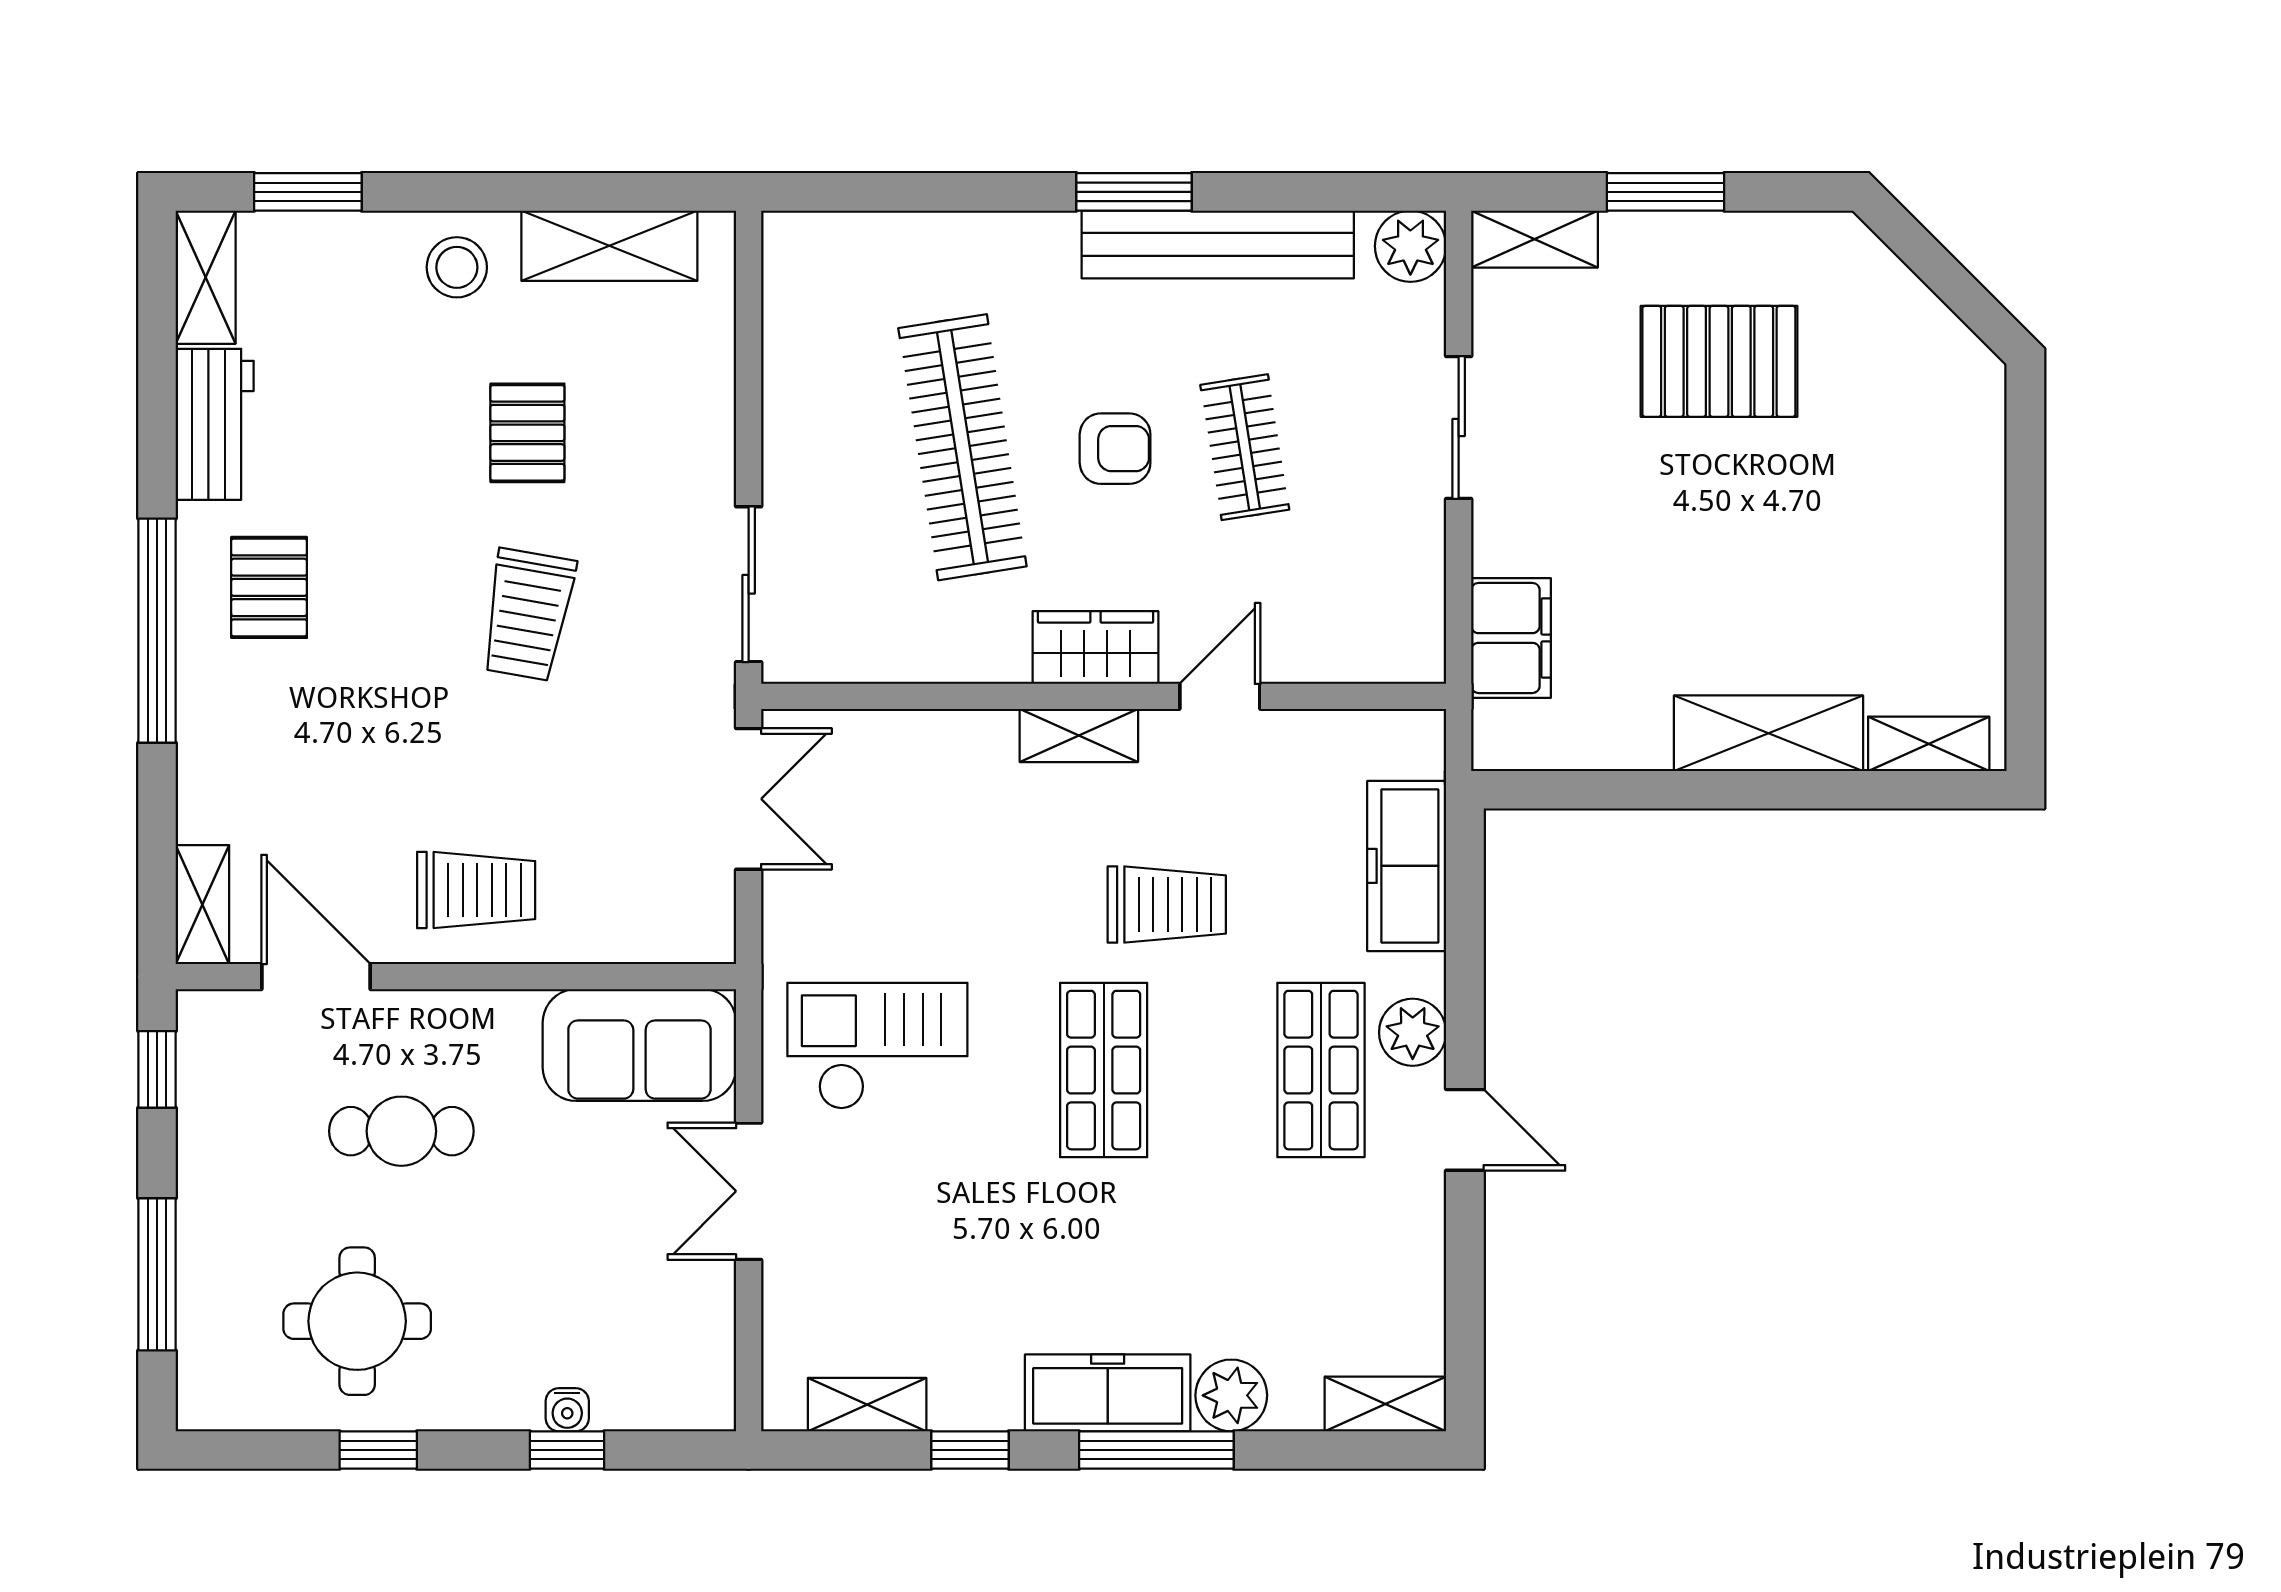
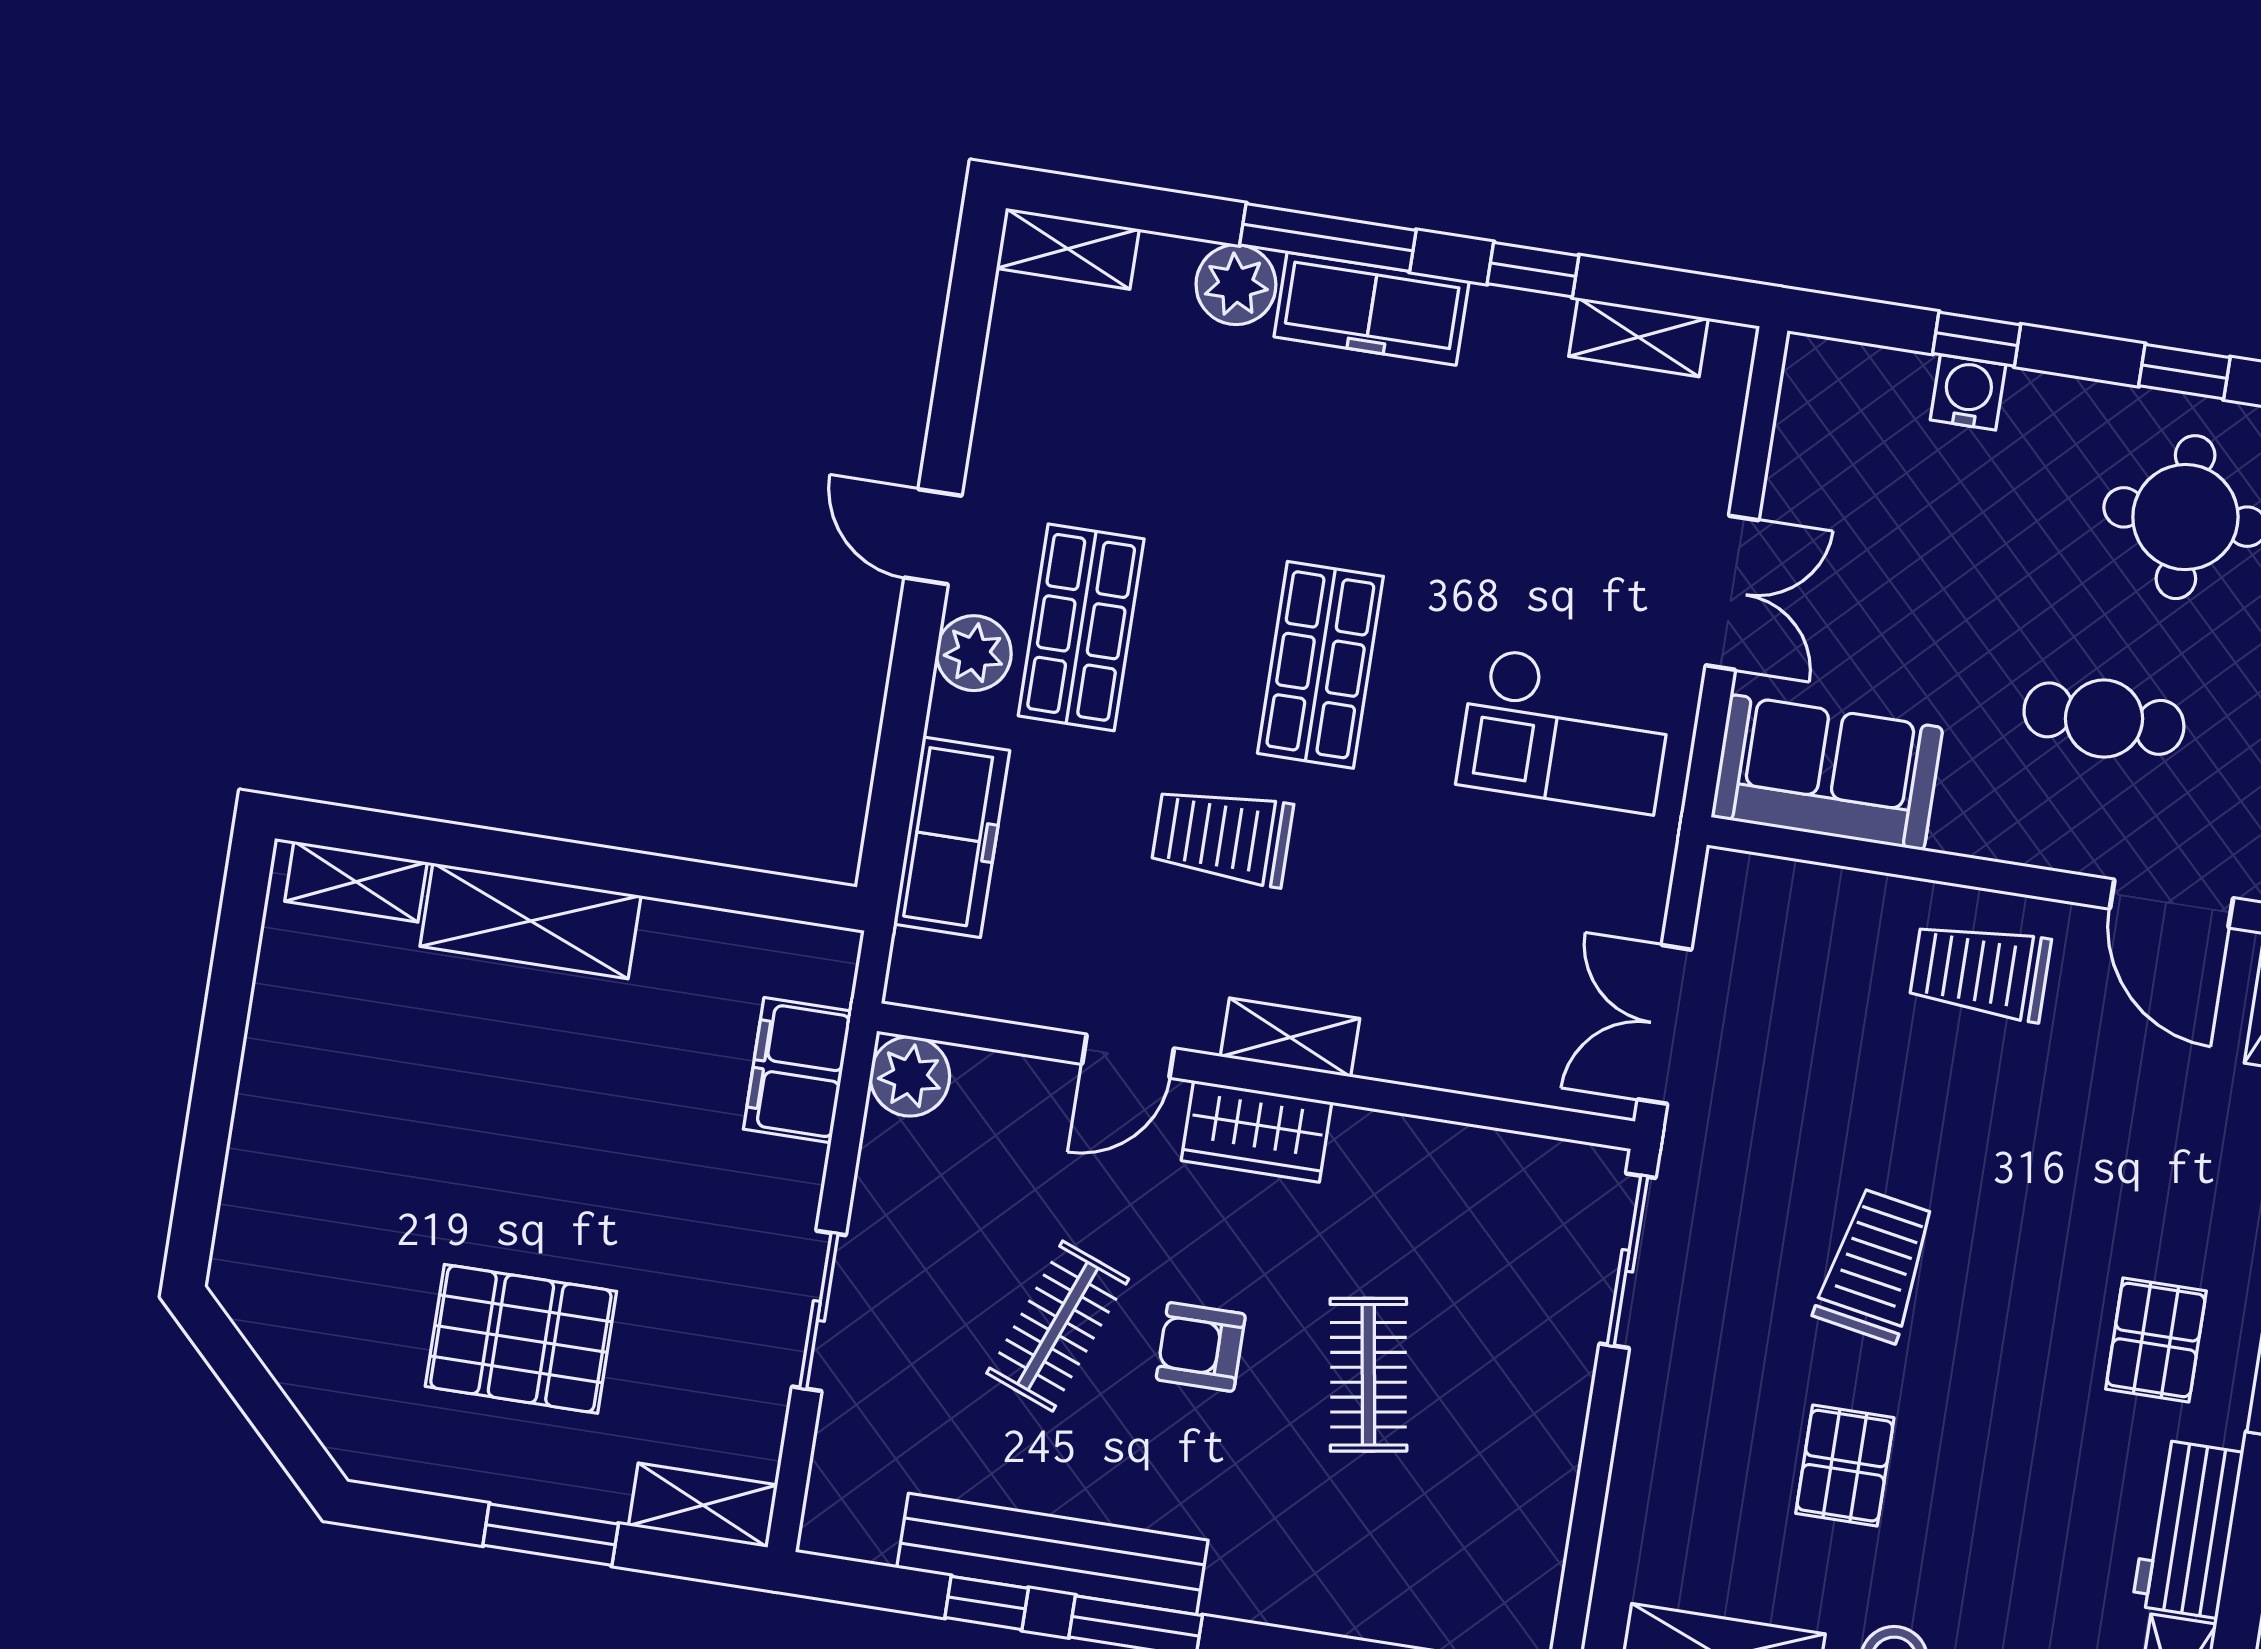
window: (1269, 192) -> (987, 1603), added
plant: (1410, 246) -> (910, 1076), moved
clothes rail: (962, 447) -> (1368, 1375), width x0.54, depth x0.76
clothes rail: (1245, 447) -> (1058, 1326), turned 30
water cooler: (567, 1410) -> (1968, 392), width x1.38, depth x1.38

